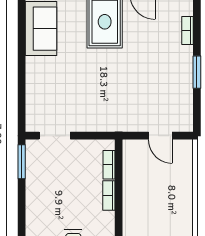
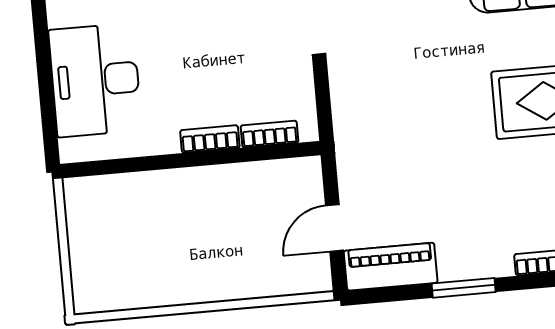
piano: (183, 109) -> (391, 267), added

